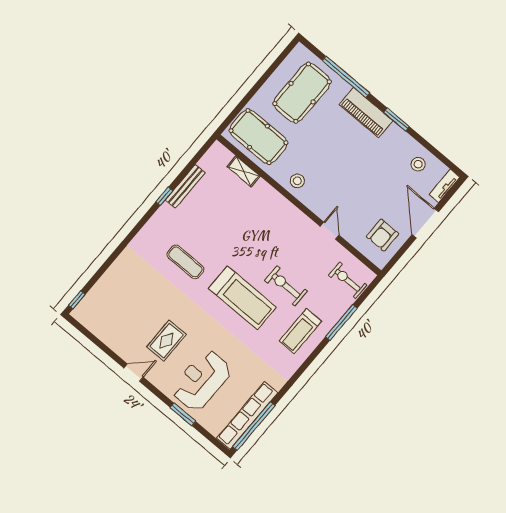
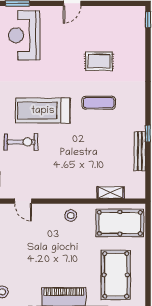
rug: (166, 341) -> (99, 61), moved, turned 90
reception desk: (201, 380) -> (24, 35), turned 180

